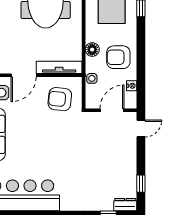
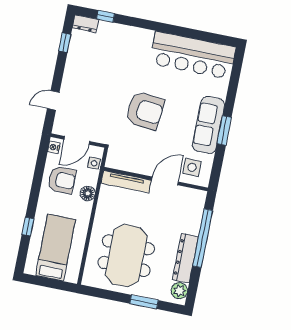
armchair: (60, 99) -> (145, 111), moved, width x1.36, depth x1.36
wall: (111, 110) -> (78, 140), moved
door: (112, 110) -> (77, 140), moved

